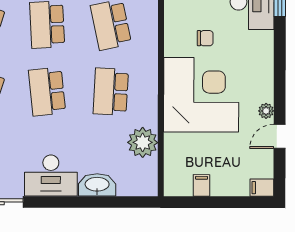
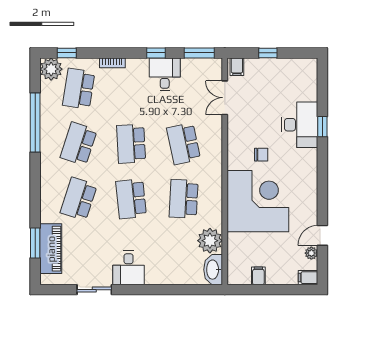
plant: (266, 111) -> (311, 253), moved
desk: (51, 175) -> (128, 268), width x0.73
washbasin: (97, 185) -> (213, 270), moved, turned -90

